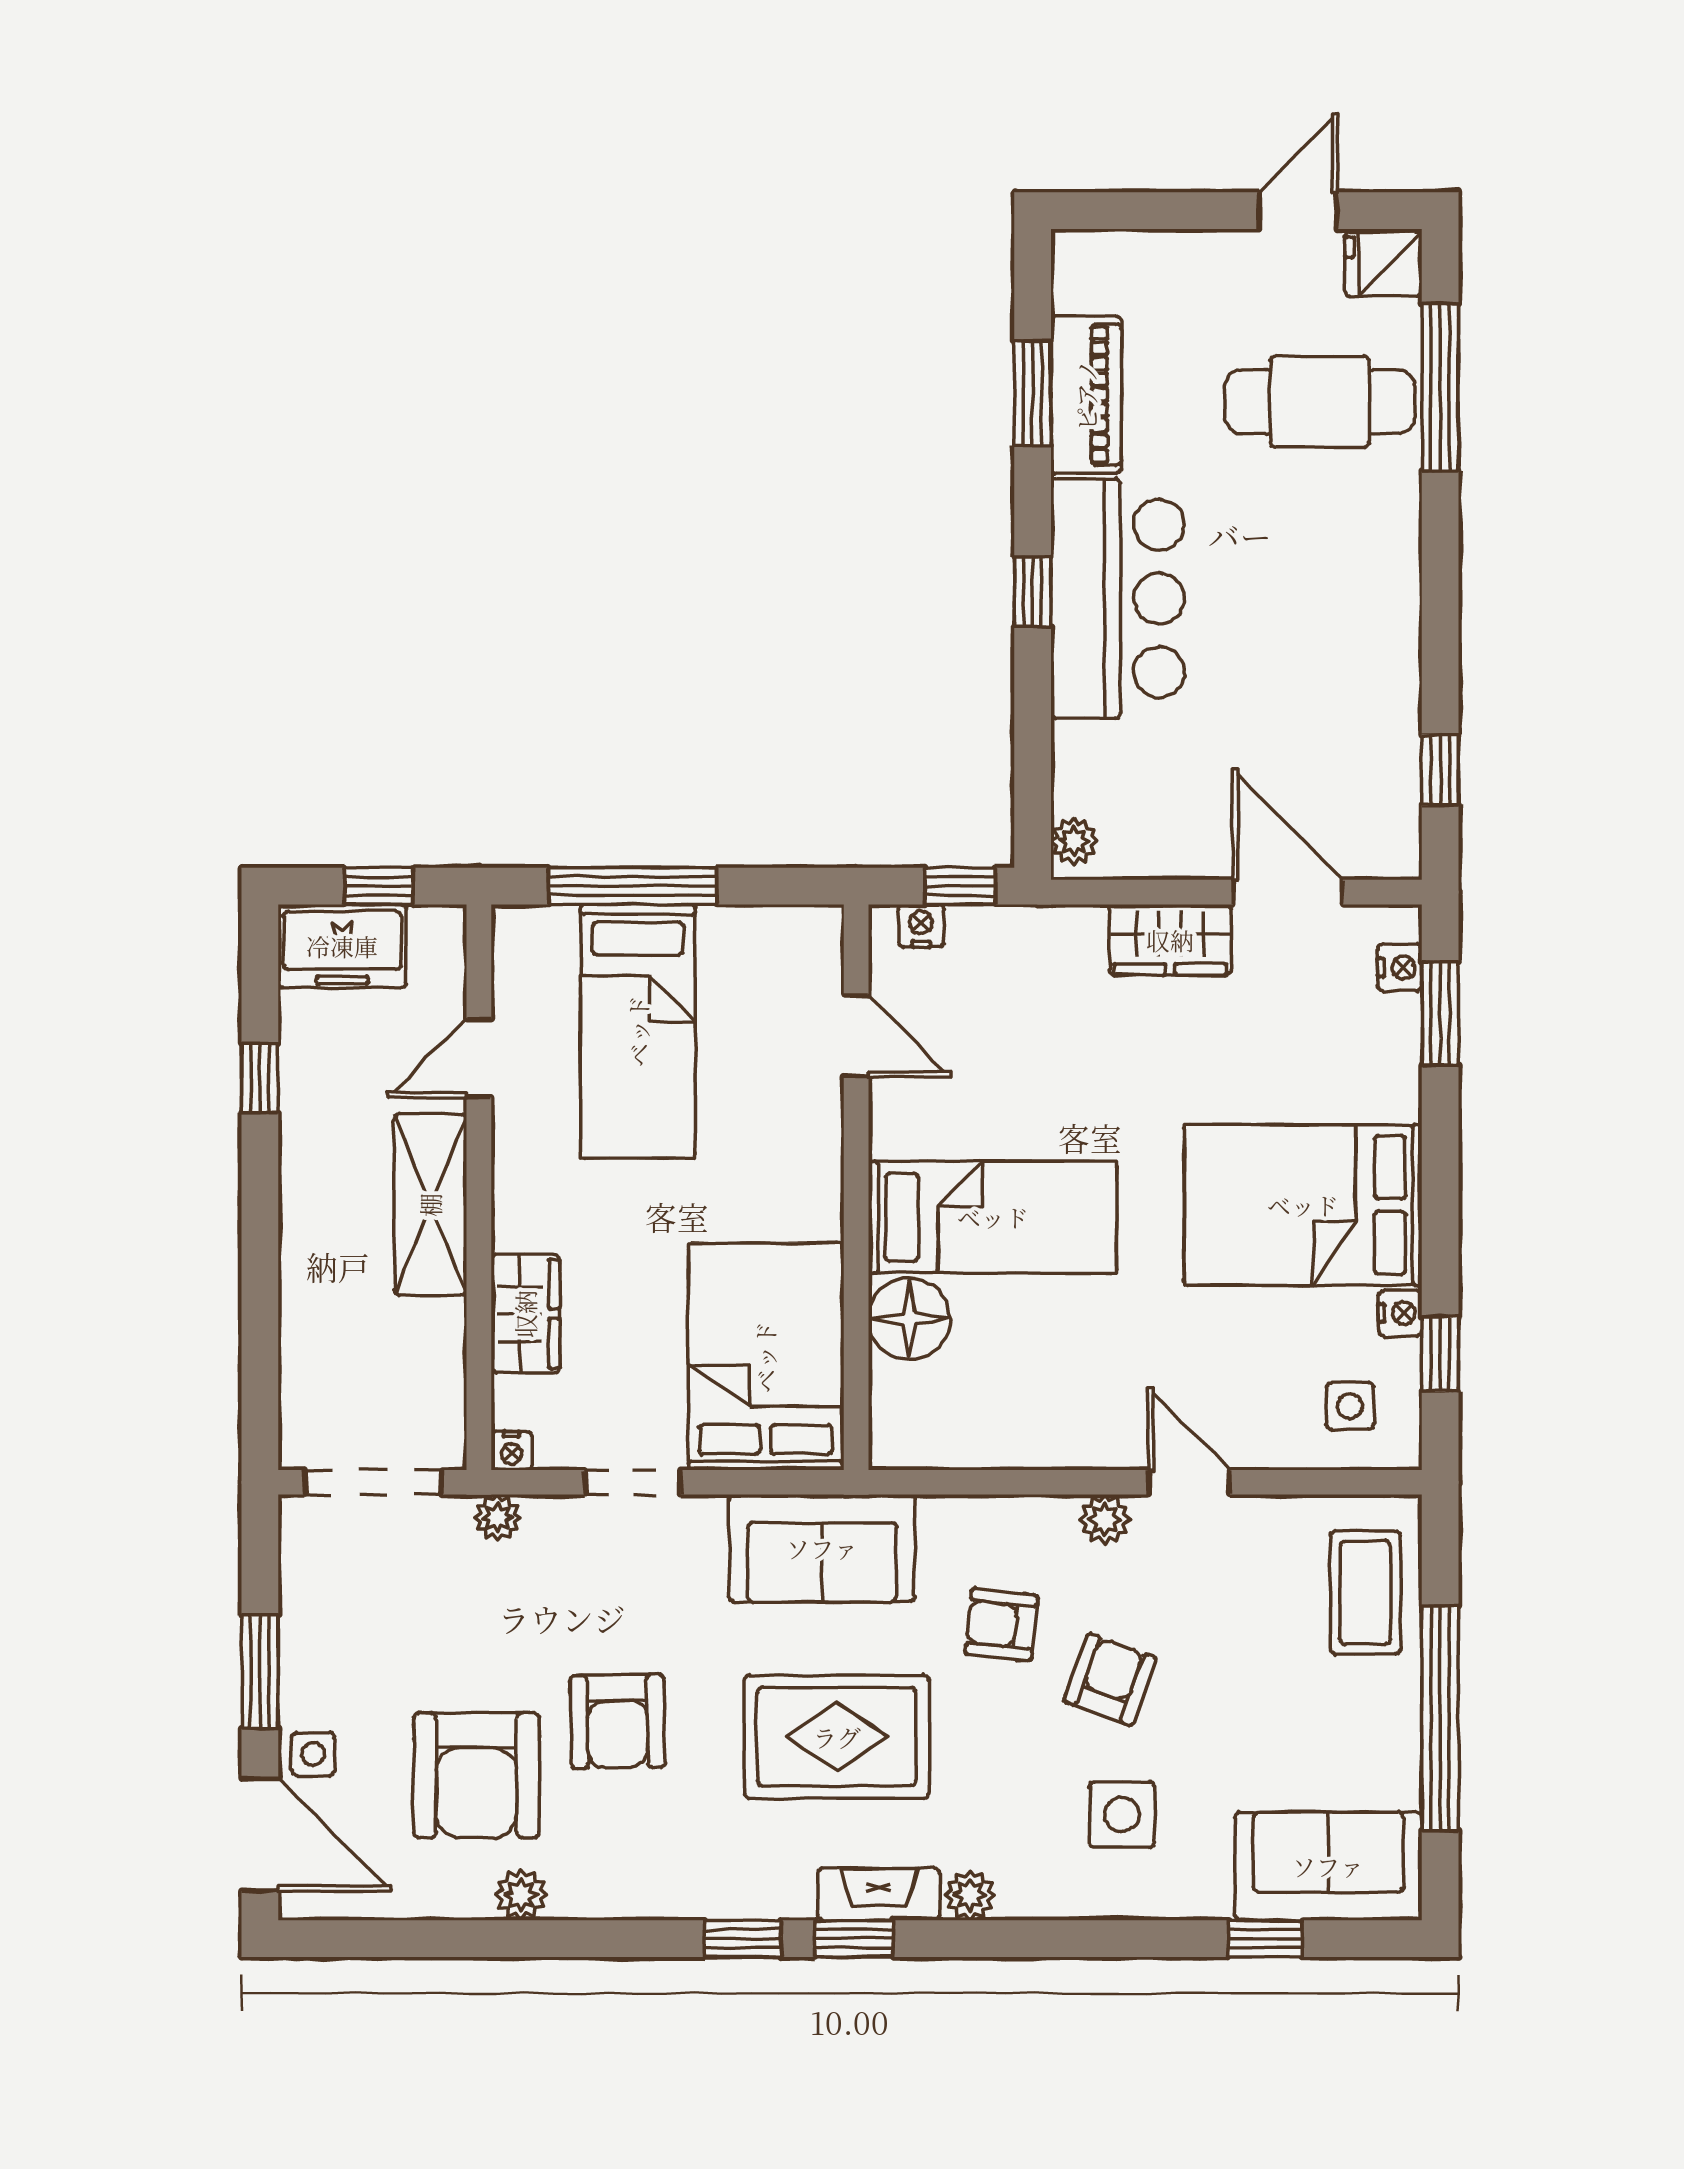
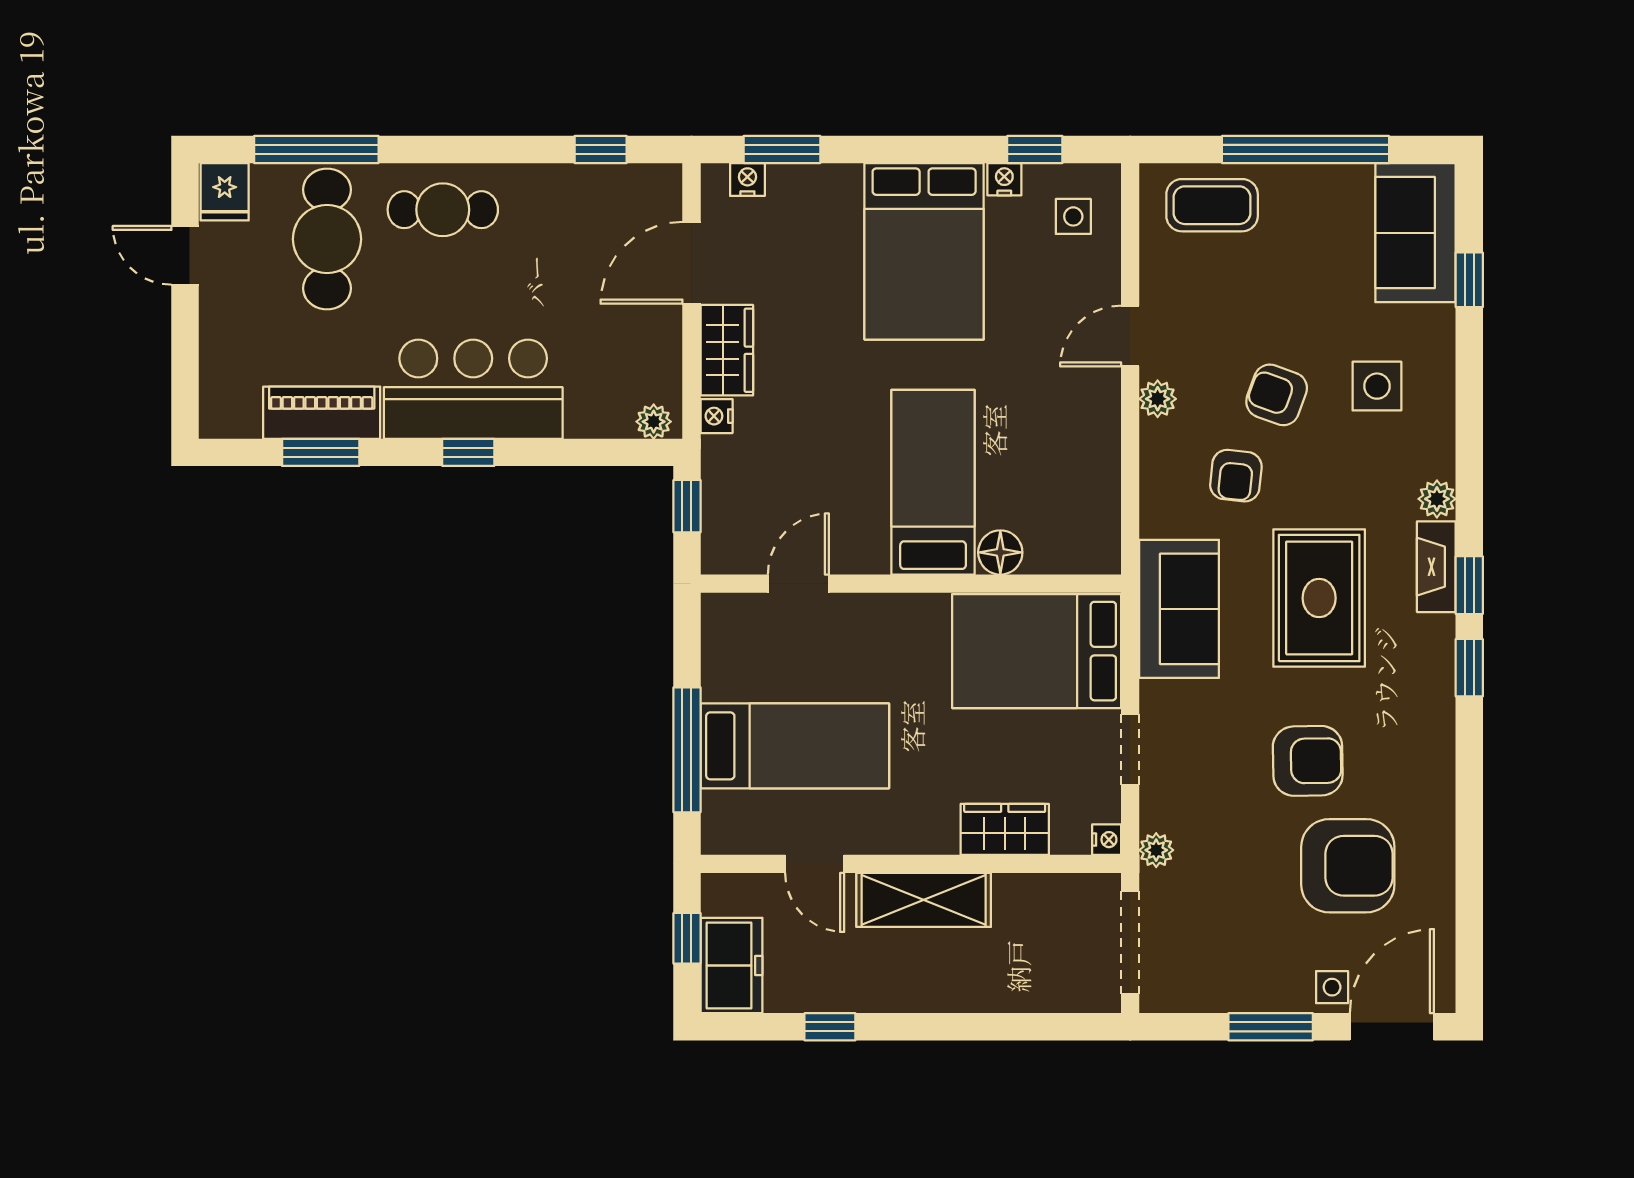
cafe table: (1359, 558) -> (443, 210), added
nightstand: (921, 926) -> (717, 416), moved
floor lamp: (909, 1319) -> (1000, 552), width x0.73, depth x0.73
plant: (521, 1895) -> (1437, 833), removed

